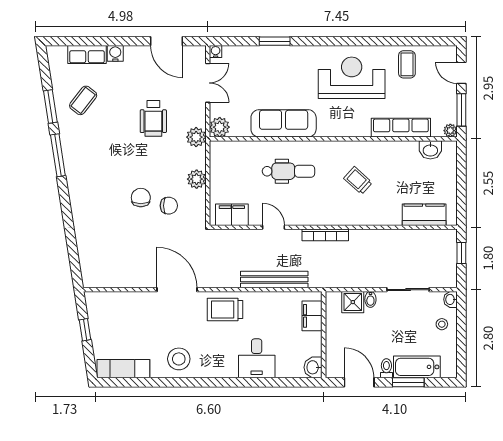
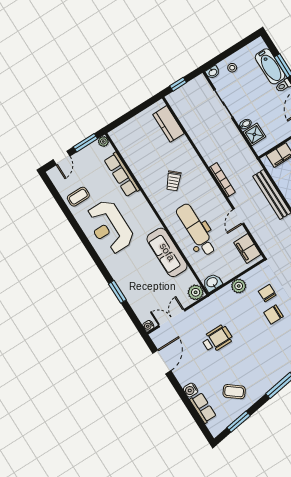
window: (50, 106) -> (239, 422), moved
plant: (196, 137) -> (212, 303), removed
washbasin: (430, 150) -> (212, 283), moved, turned -90
dental chair: (288, 171) -> (196, 230), width x1.36, depth x1.38

